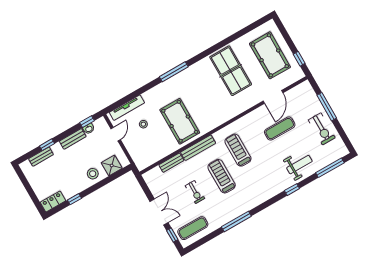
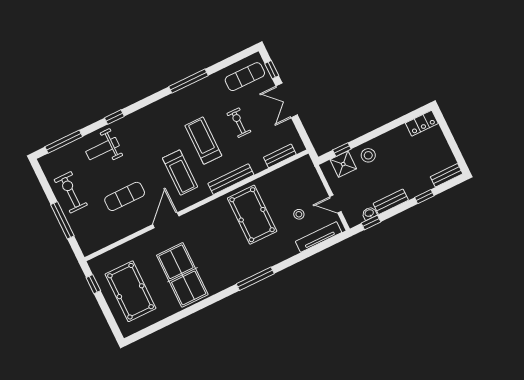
door: (273, 97) -> (166, 220), moved
door: (116, 134) -> (335, 204), hinge flipped
bench: (41, 157) -> (446, 175), moved
bench: (171, 163) -> (280, 156), moved
treadmill: (222, 176) -> (203, 141), turned 180
window: (74, 199) -> (342, 150), moved

